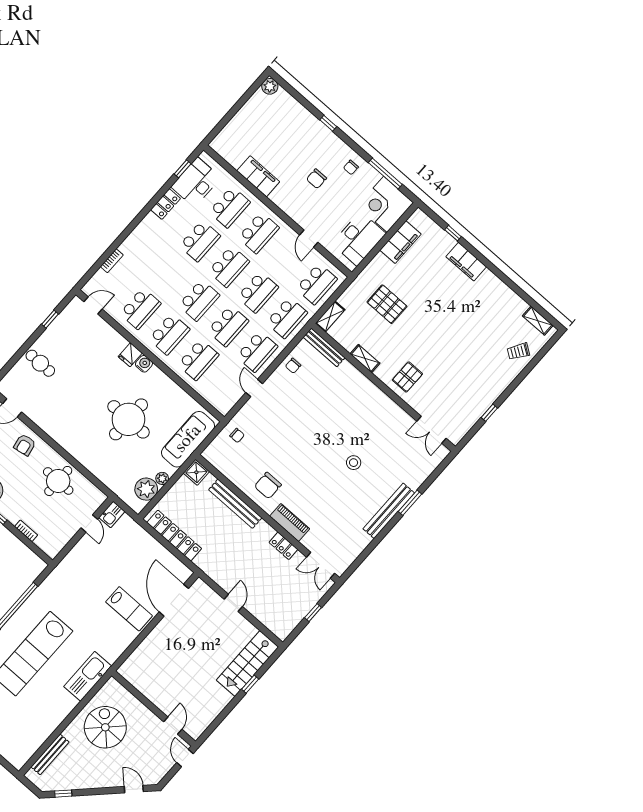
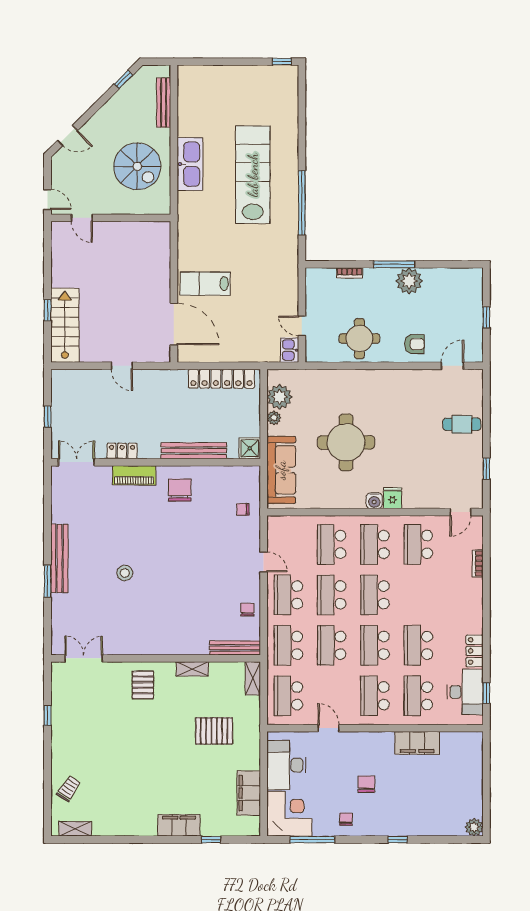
armchair: (25, 445) -> (414, 344), turned 100
kitchen sink: (88, 676) -> (190, 164), moved

